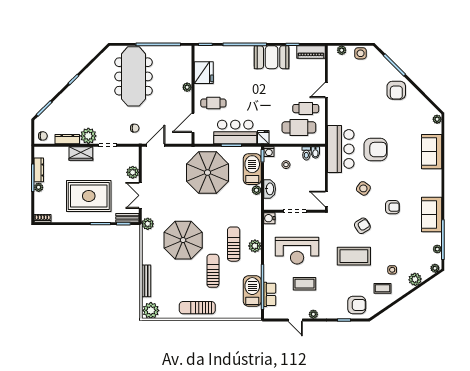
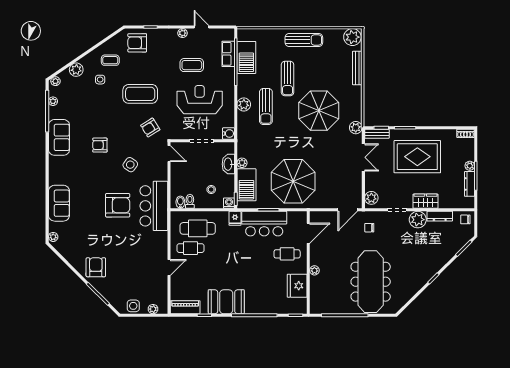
armchair: (375, 150) -> (118, 205), turned 180
plant: (133, 172) -> (371, 198), moved
armchair: (362, 226) -> (150, 127), moved

